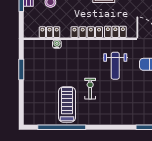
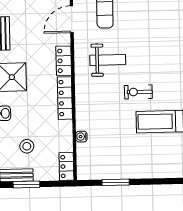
locker: (50, 32) -> (66, 166), moved

